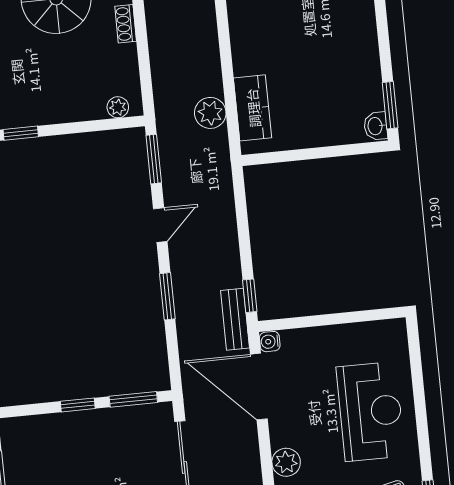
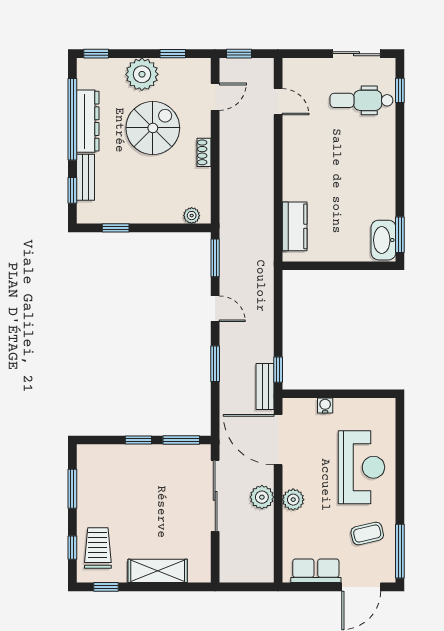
plant: (210, 113) -> (262, 497), moved
washbasin: (376, 126) -> (383, 240), width x1.91, depth x1.45
door: (160, 225) -> (215, 309), hinge flipped
water cooler: (270, 342) -> (325, 406), moved, turned 90

